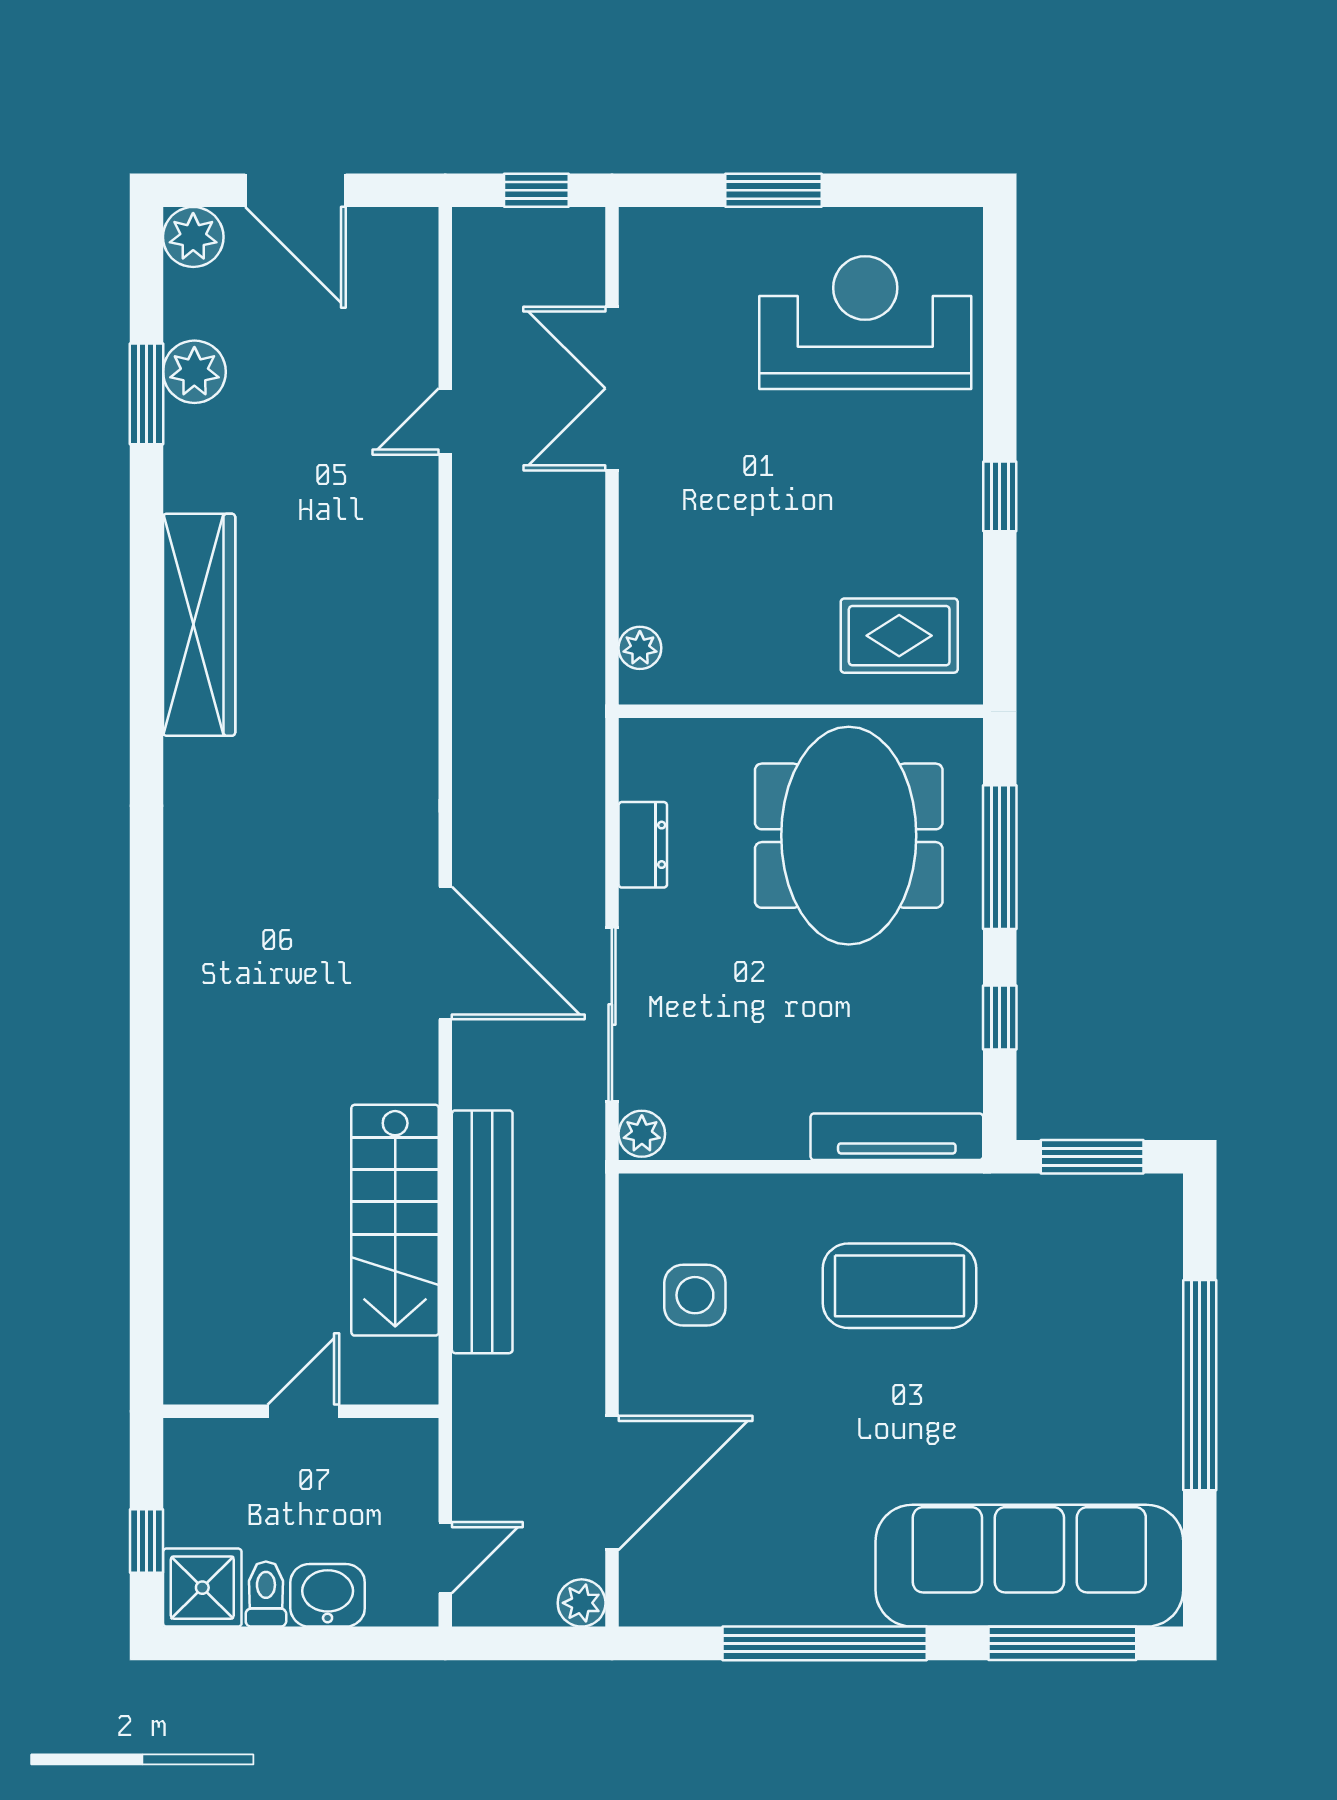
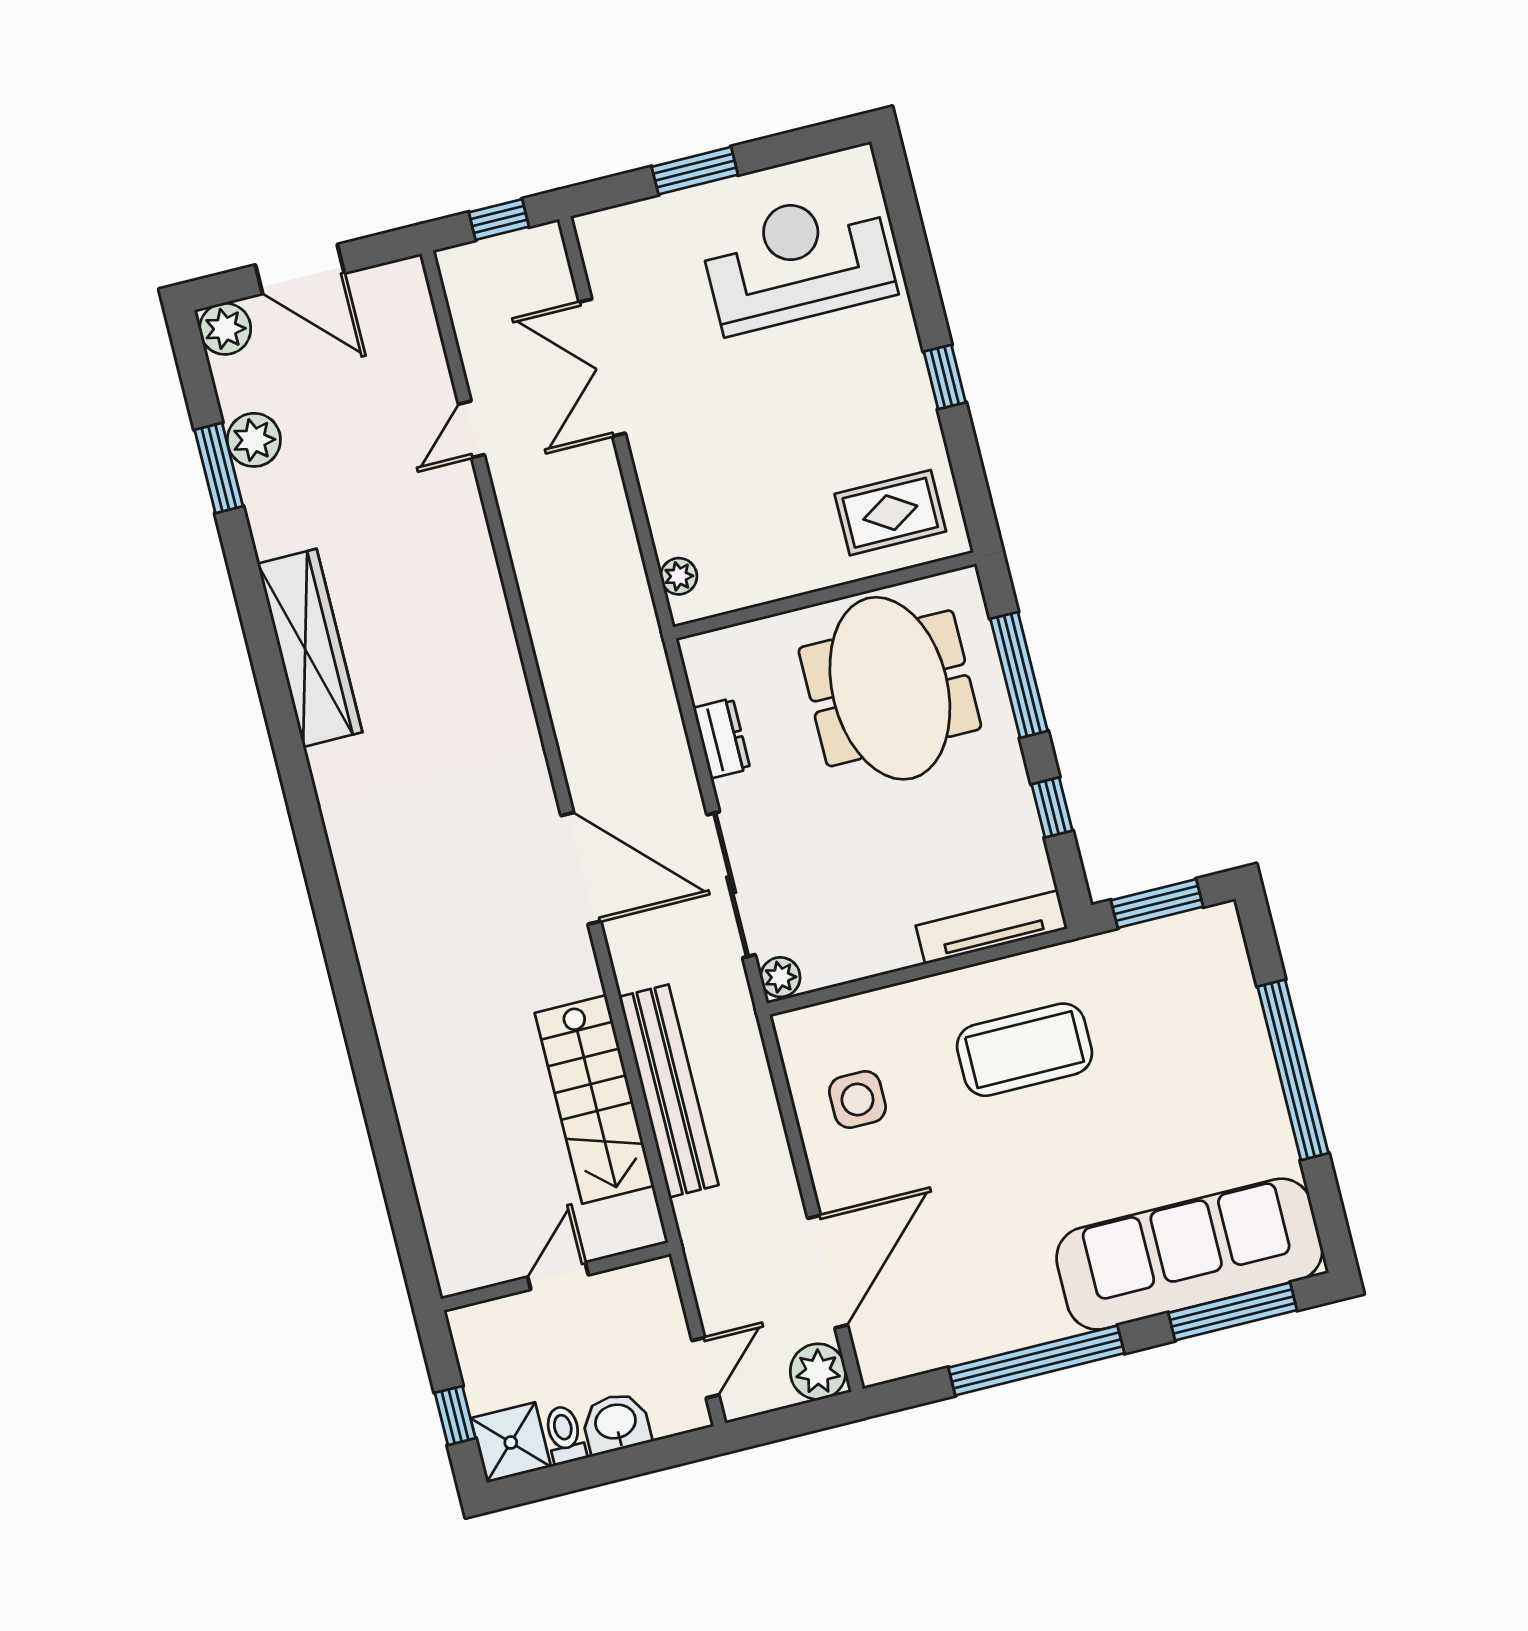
plant: (582, 1603) -> (818, 1372), width x1.38, depth x1.38

